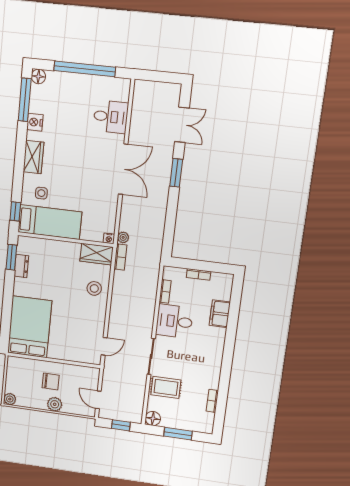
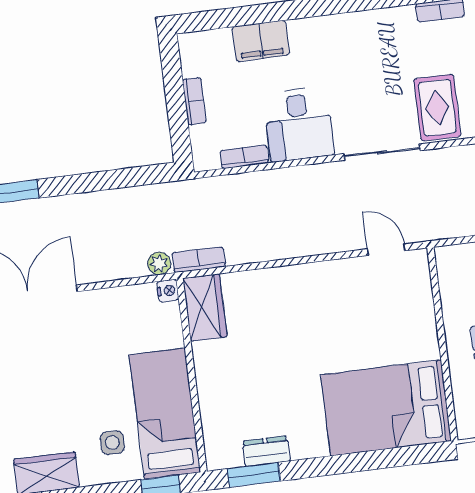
stool: (94, 288) -> (274, 296), removed

